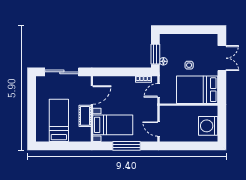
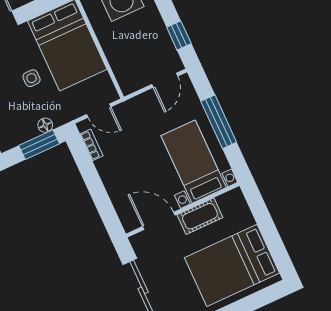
bed: (59, 120) -> (232, 265), width x1.50
window: (177, 146) -> (179, 35), added

